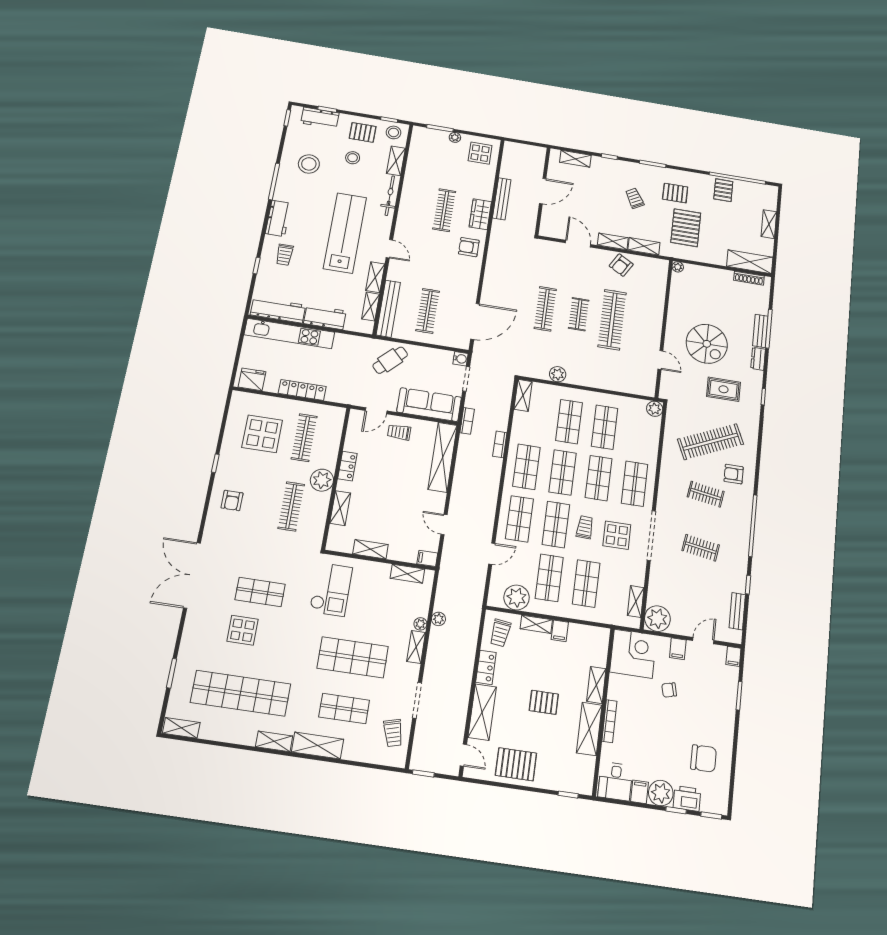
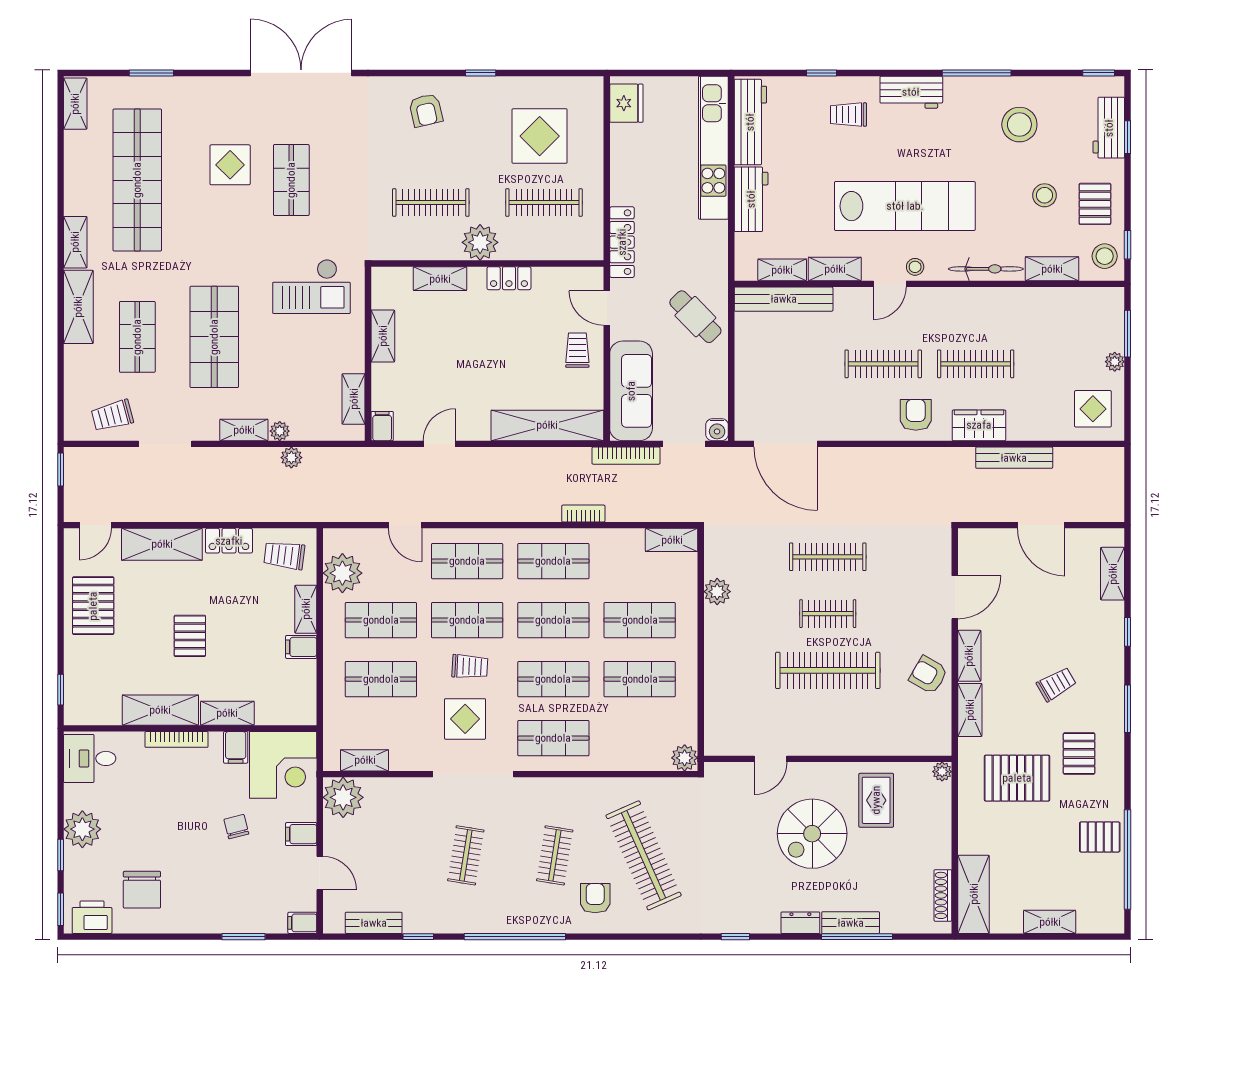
stool: (382, 233) -> (915, 267), added
clothes rail: (428, 311) -> (883, 364), moved
rug: (723, 389) -> (876, 800), moved
locker: (302, 390) -> (622, 242), moved
bookcase: (467, 421) -> (626, 456), width x1.56
armchair: (232, 500) -> (426, 110), turned -103
filing cabinet: (639, 792) -> (236, 747), moved, turned 90
printer: (687, 798) -> (92, 917), moved, turned -90

